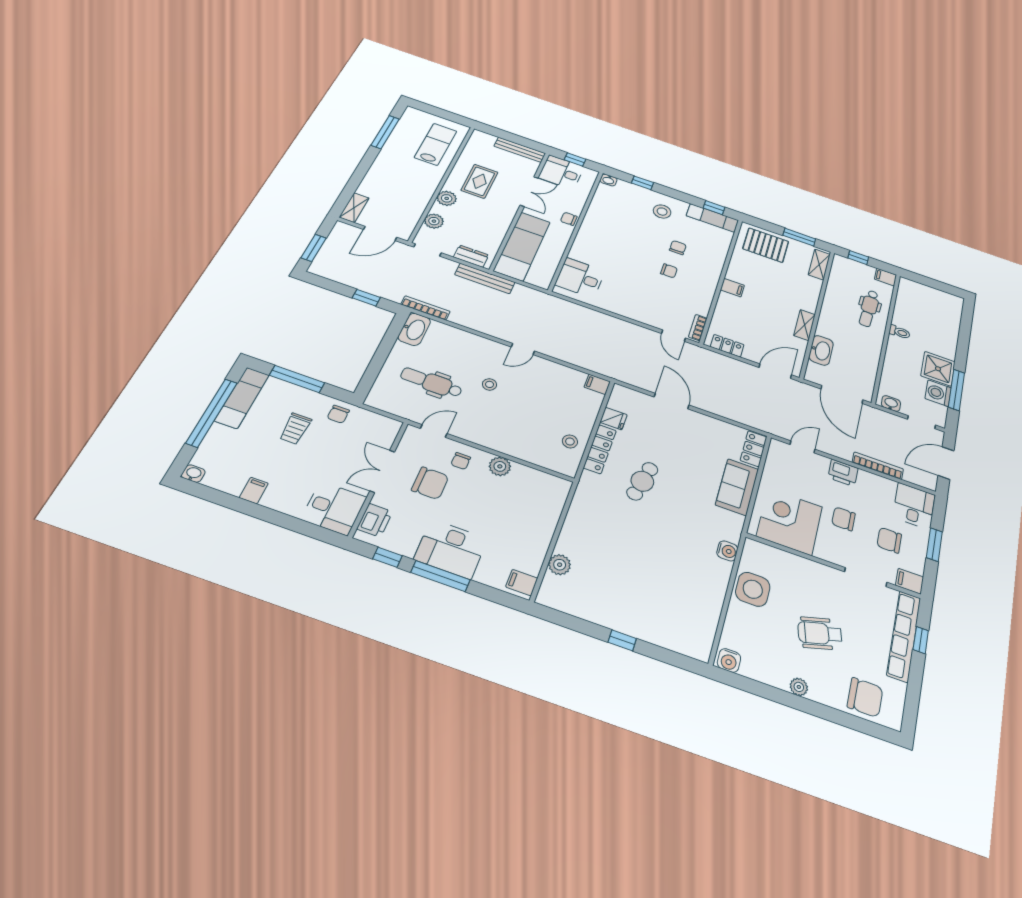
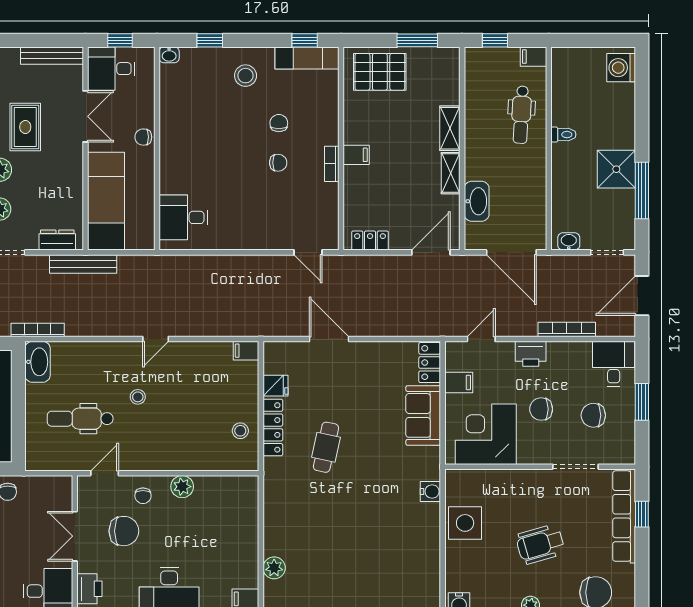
shelving: (819, 265) -> (450, 128), moved
bookcase: (698, 328) -> (332, 164), moved
washing machine: (938, 393) -> (621, 68), moved
filing cabinet: (910, 581) -> (459, 382), moved, turned 180

